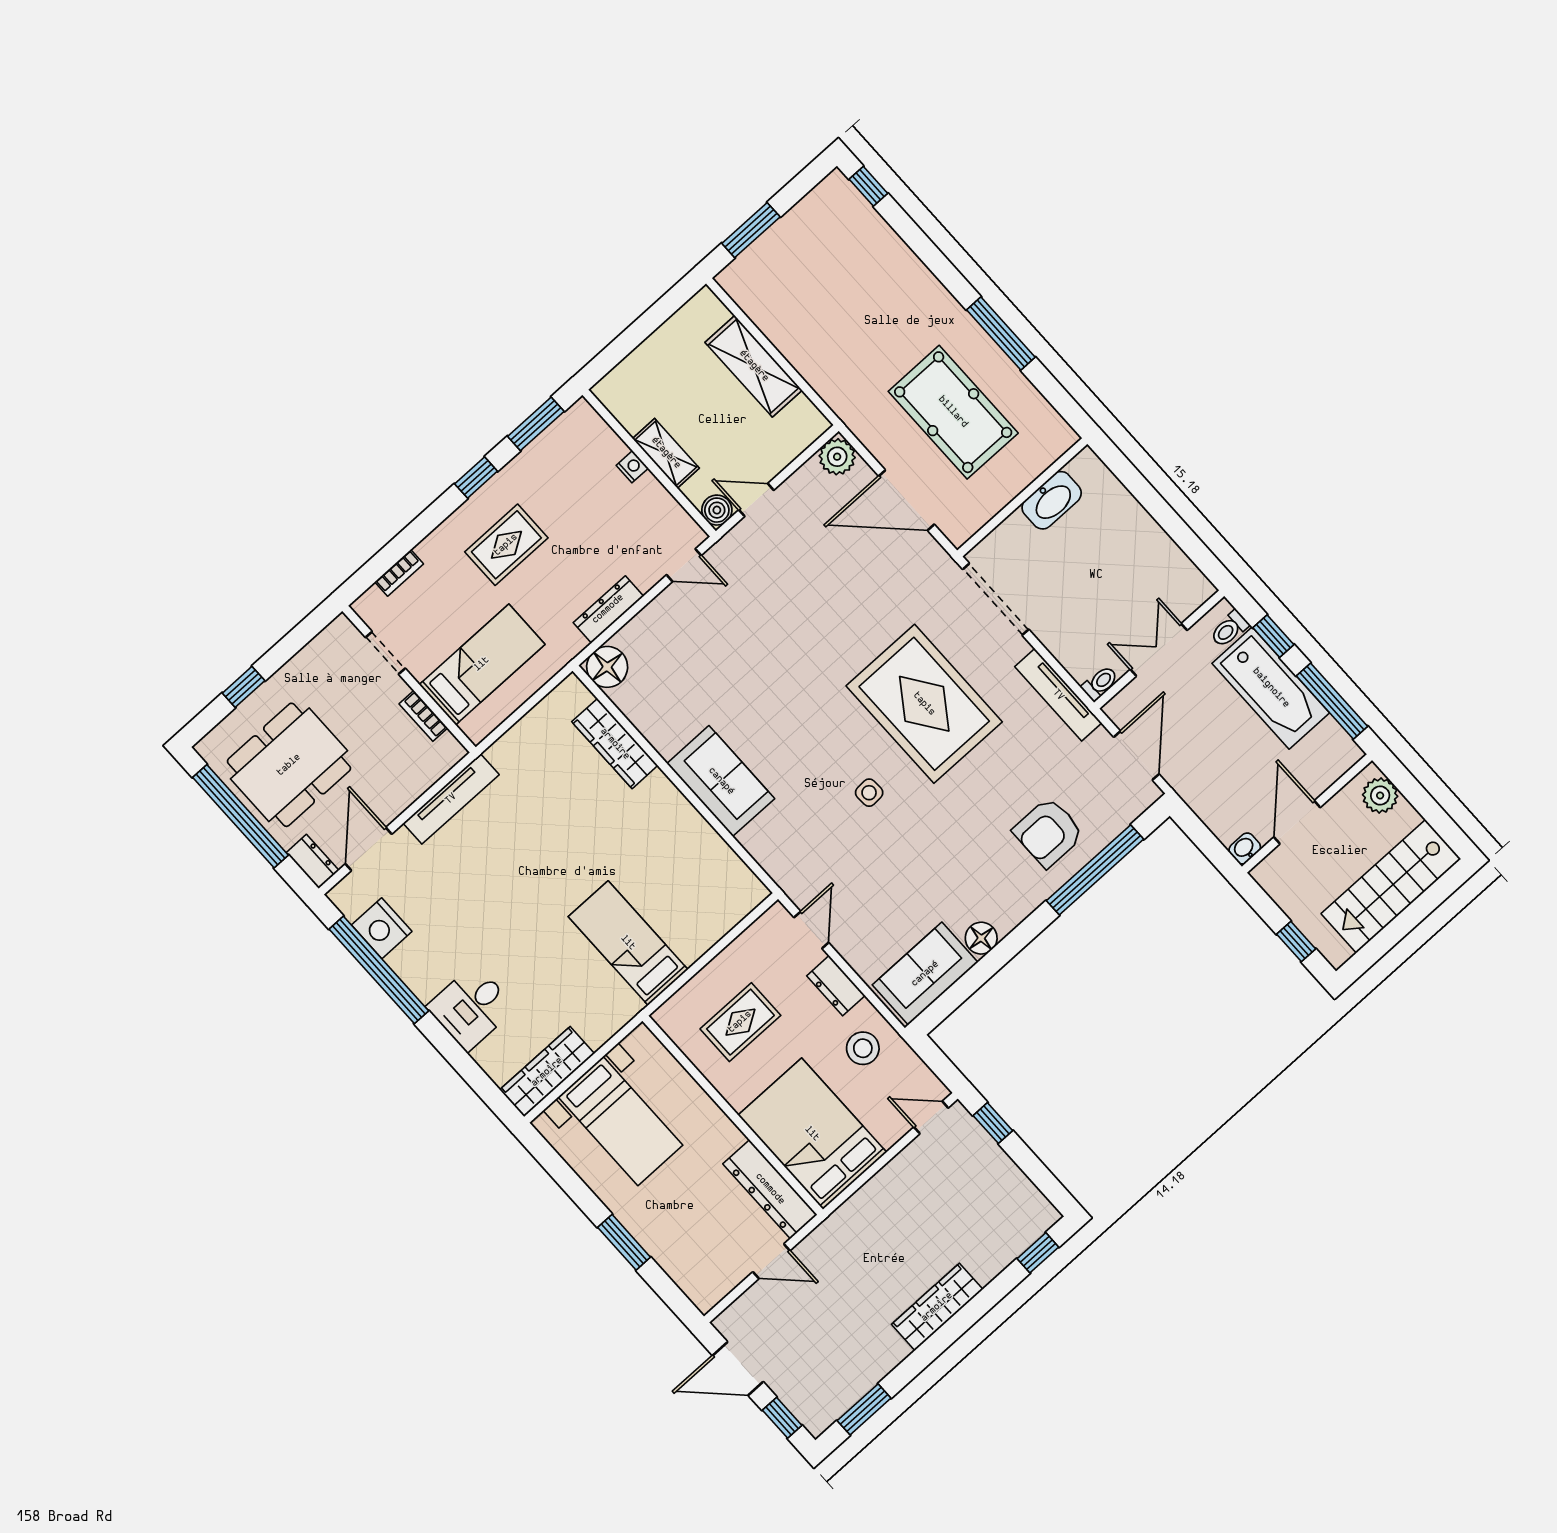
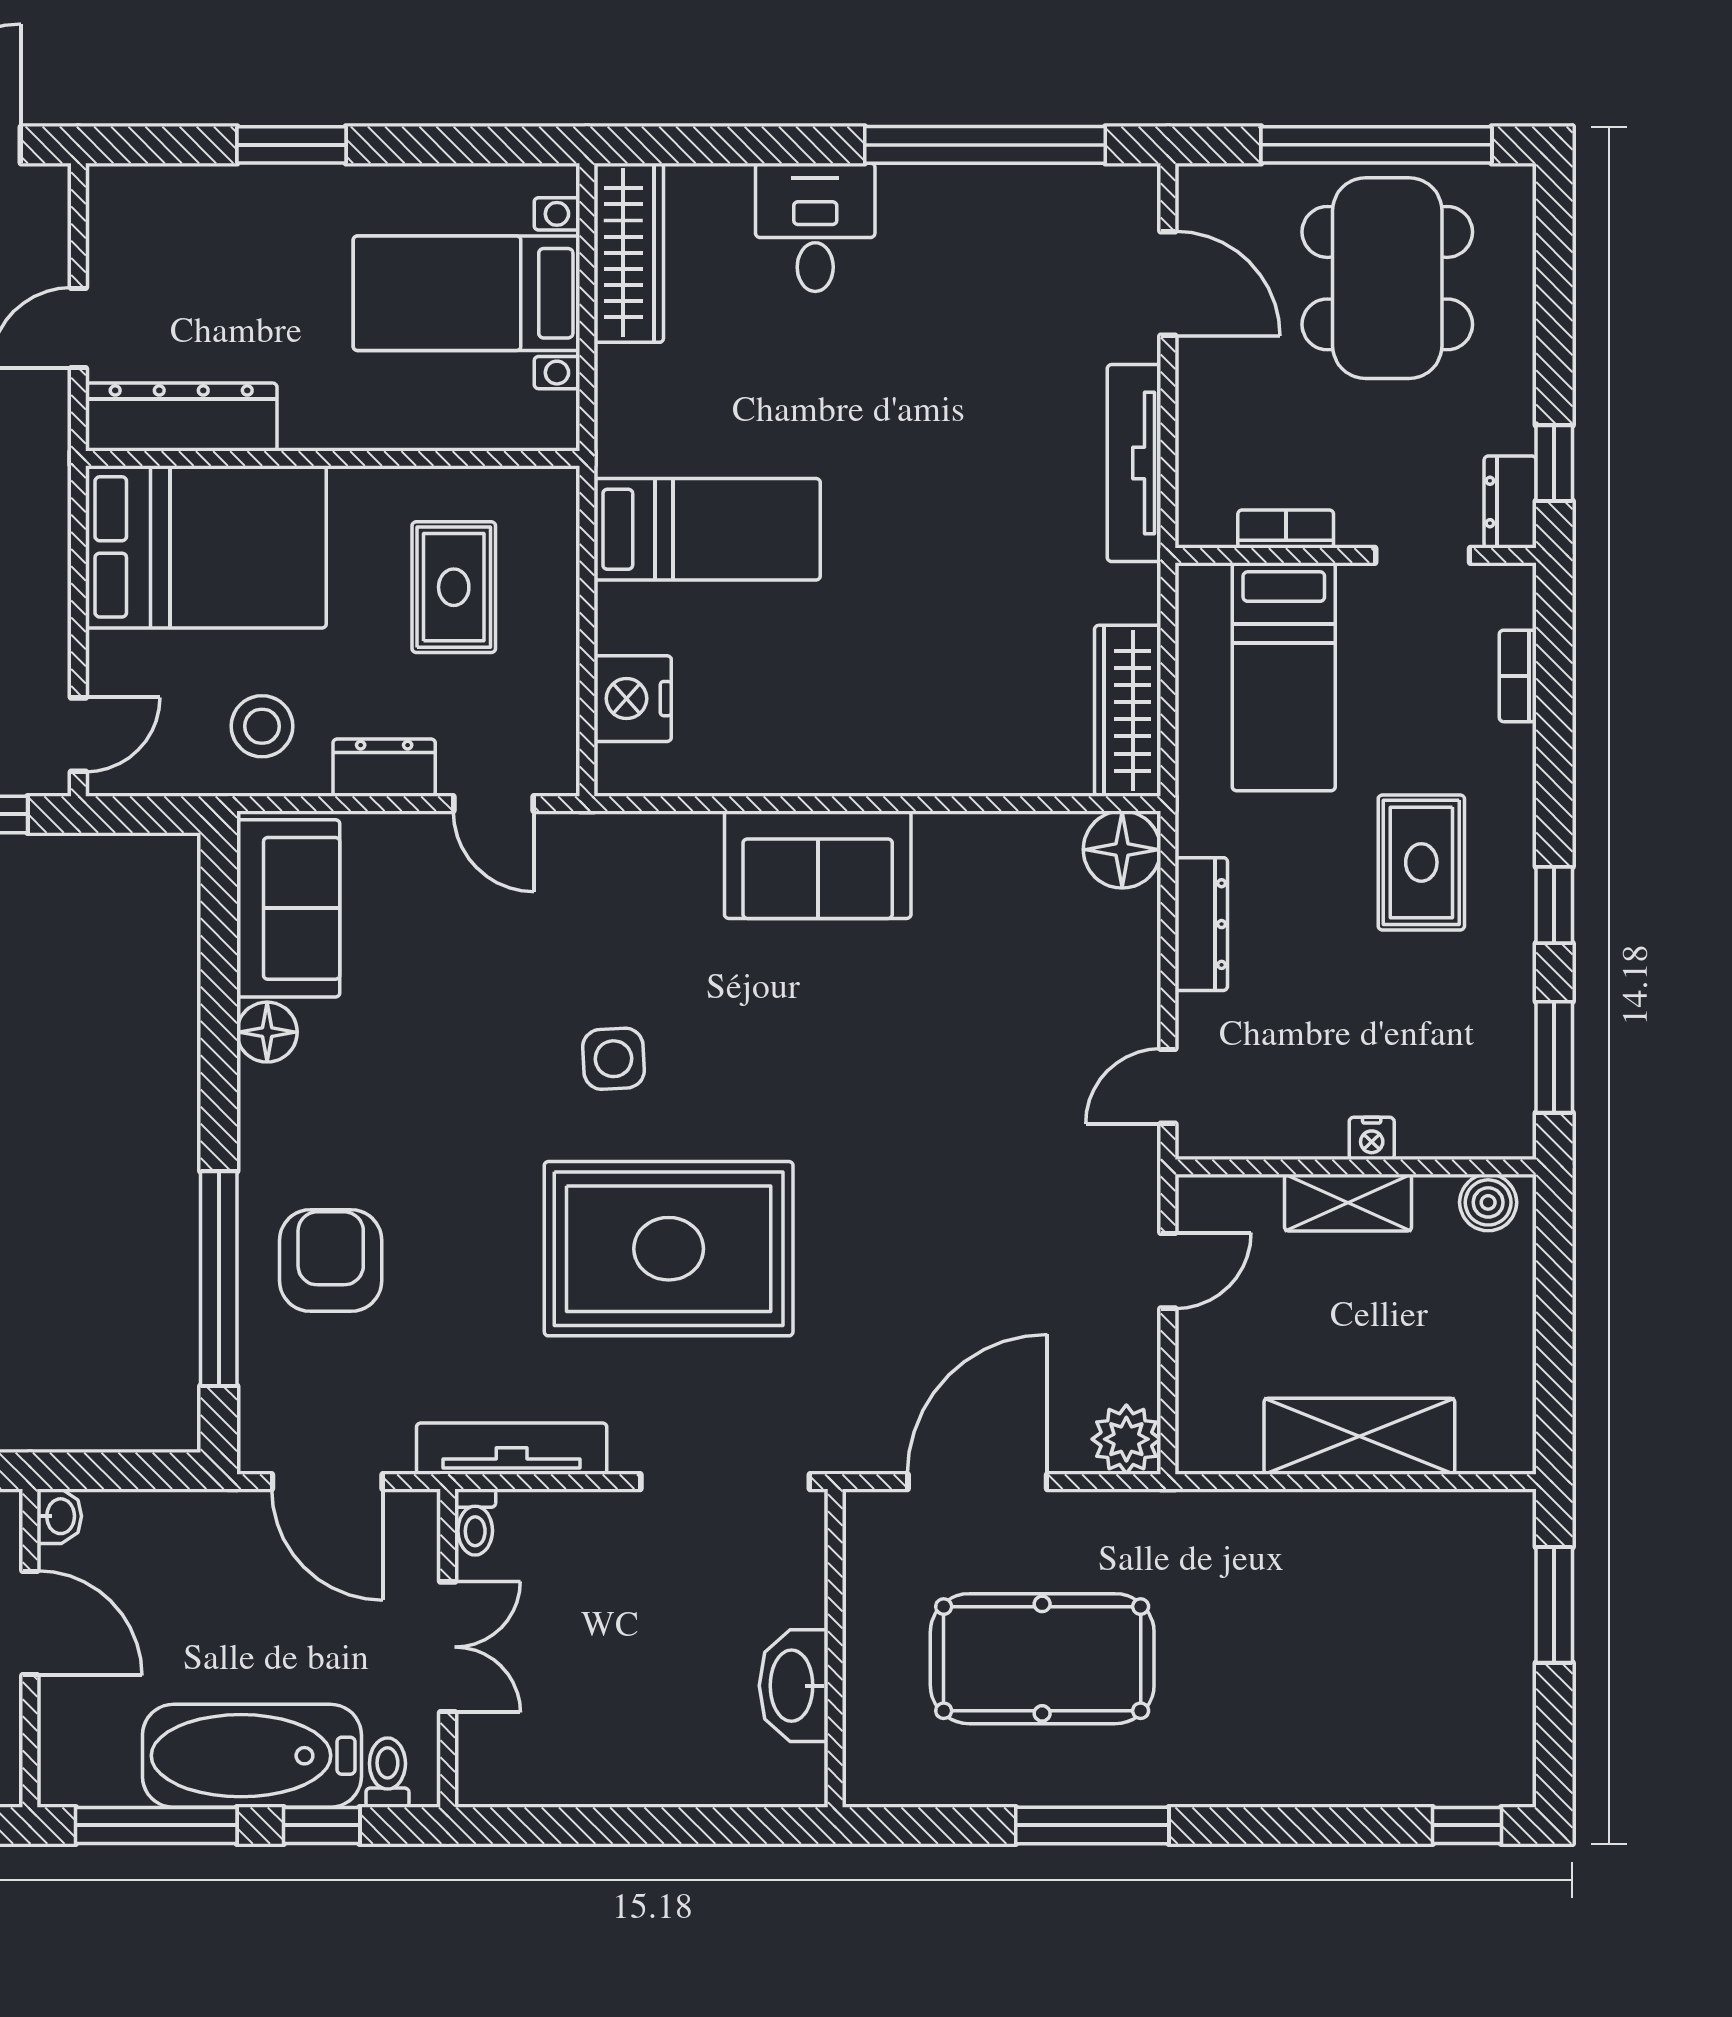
boiler: (717, 510) -> (1488, 1202), moved
window: (244, 687) -> (1554, 463), moved
wardrobe: (615, 744) -> (1128, 711), moved, turned -90
side table: (869, 793) -> (614, 1059), width x1.37, depth x1.37
dresser: (313, 861) -> (1510, 502), moved, turned 90
nightstand: (382, 928) -> (633, 699), moved, turned -90

